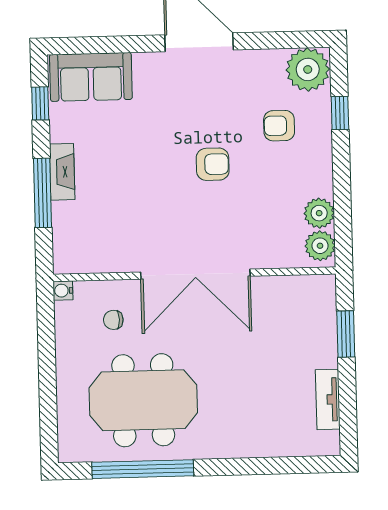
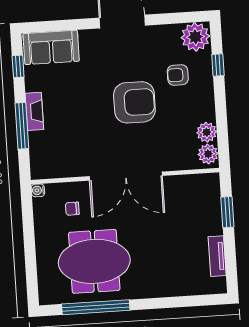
armchair: (213, 164) -> (134, 102), width x1.88, depth x1.88

